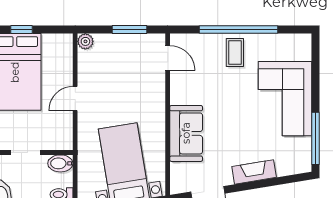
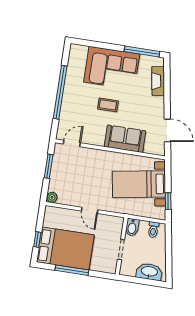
coffee table: (235, 53) -> (108, 105), moved
fireplace: (254, 172) -> (158, 81), moved

